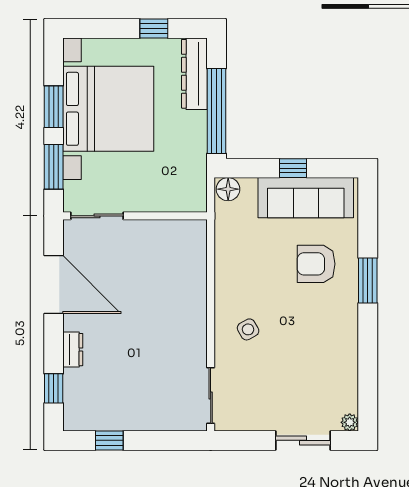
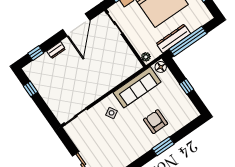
dresser: (194, 74) -> (173, 39), moved
sofa: (306, 198) -> (137, 87), moved, turned -90
plant: (193, 203) -> (146, 57), added

